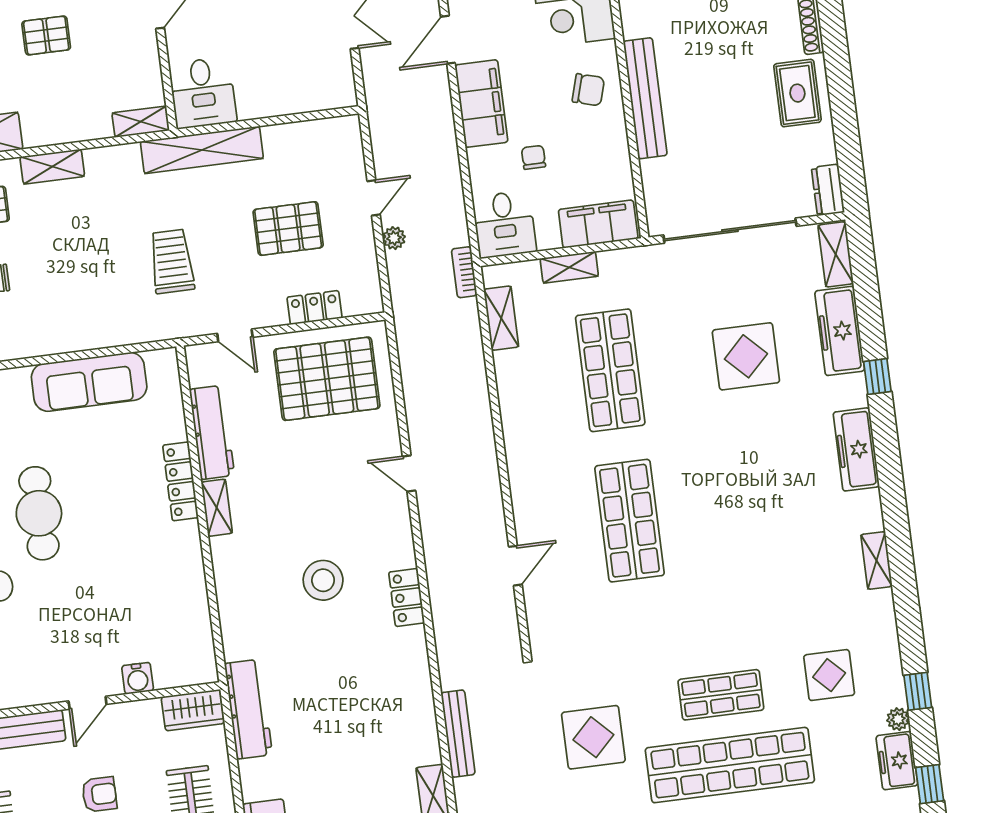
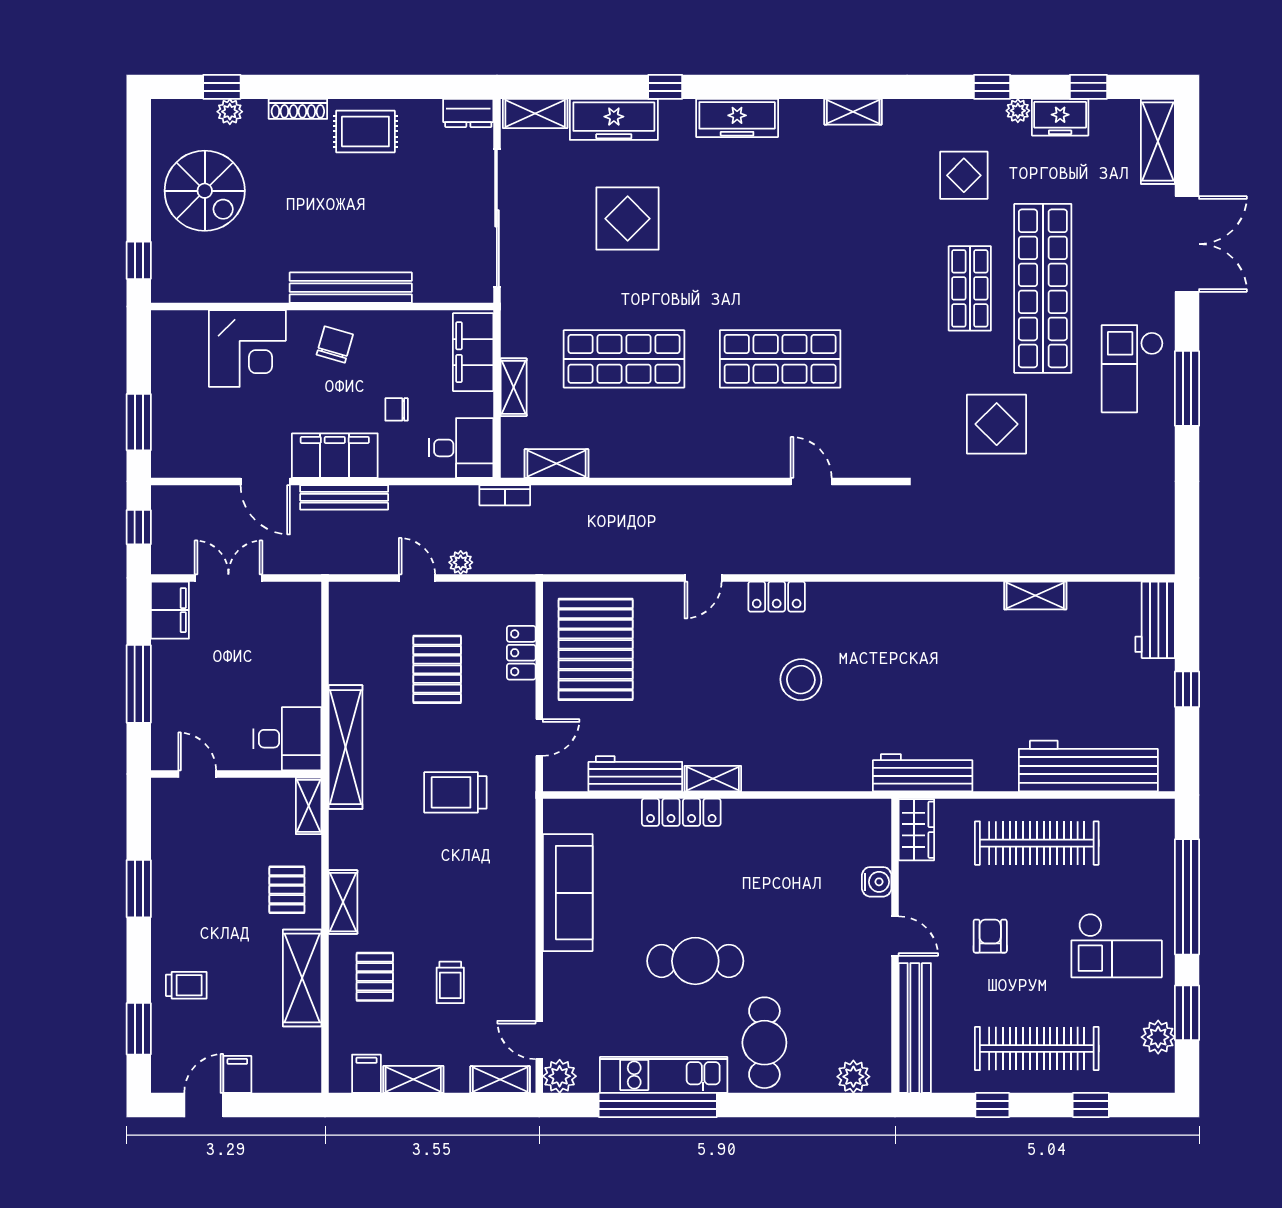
pallet: (46, 35) -> (287, 890), moved
locker: (407, 598) -> (777, 597), moved
bench: (458, 734) -> (344, 497), moved

